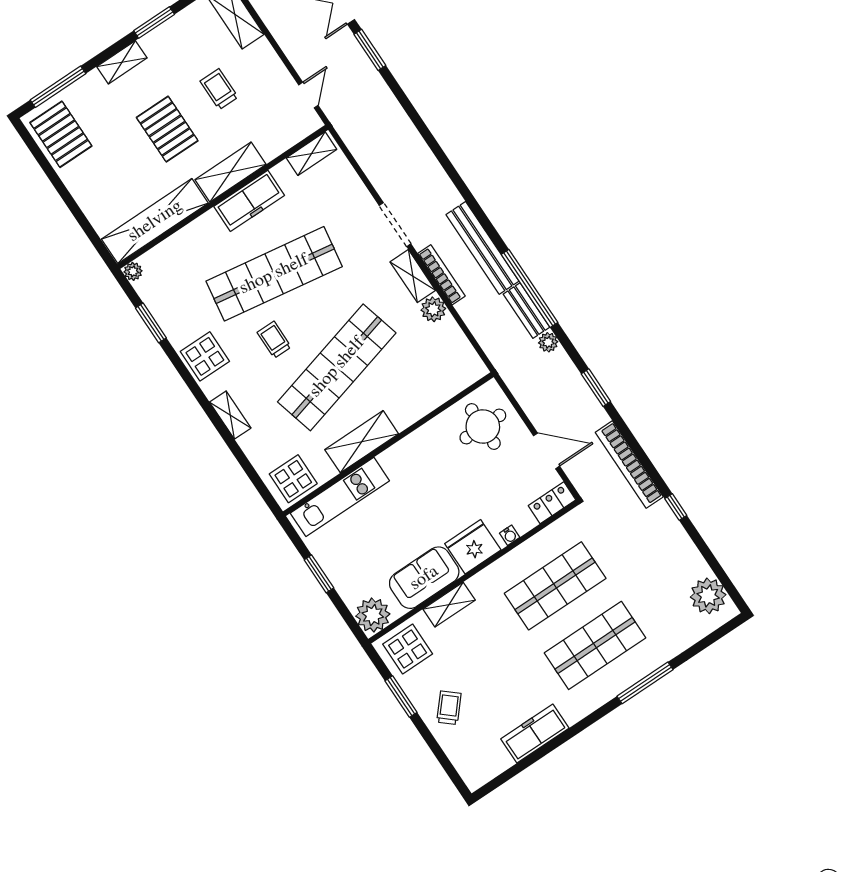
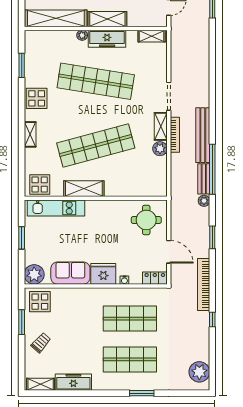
plant: (133, 271) -> (82, 35), moved
trolley: (274, 340) -> (75, 113), removed
shelving: (449, 605) -> (41, 384), moved
window: (645, 683) -> (142, 393), width x0.69

